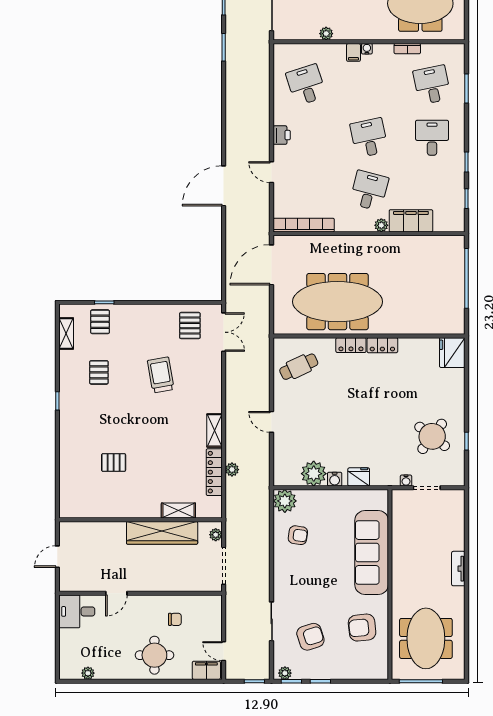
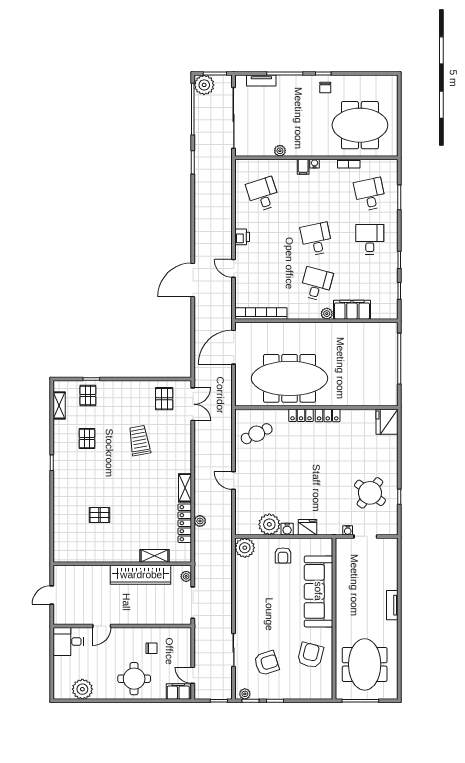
armchair: (298, 535) -> (283, 555), moved, turned 82
armchair: (362, 628) -> (310, 655), turned 110
plant: (88, 673) -> (82, 689), width x1.88, depth x1.88

